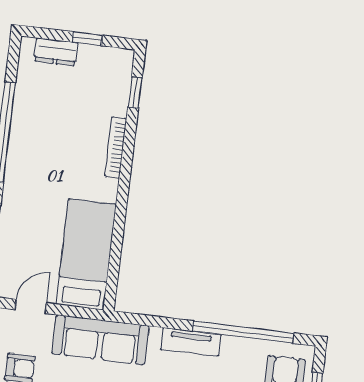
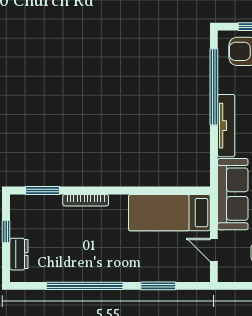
window: (135, 93) -> (43, 191), width x1.50
tv unit: (191, 342) -> (226, 126), width x1.41

